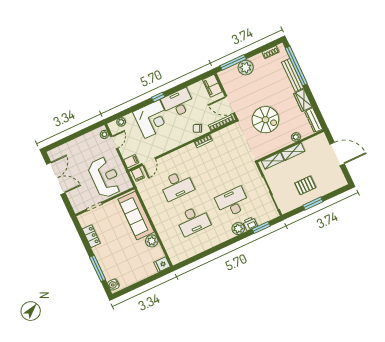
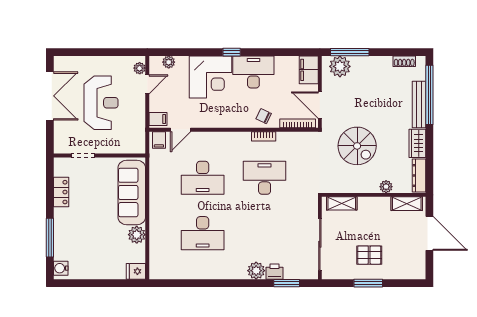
plant: (246, 68) -> (340, 66), moved
shelving: (293, 151) -> (407, 204), moved
reception desk: (105, 177) -> (101, 103), moved
desk: (232, 202) -> (265, 178), moved

